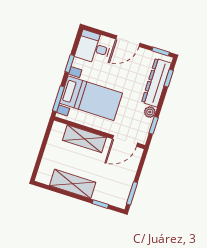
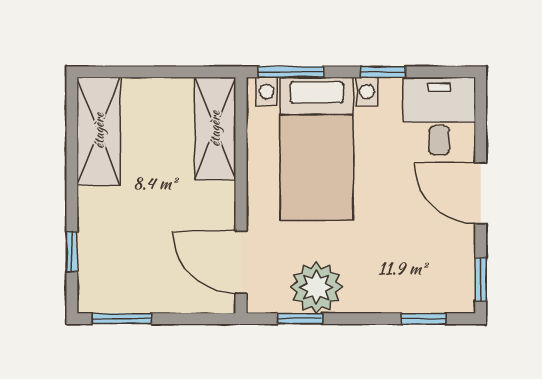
dresser: (156, 83) -> (403, 293), removed
plant: (150, 112) -> (316, 287), width x1.88, depth x1.88
shelving: (84, 139) -> (215, 129), moved
shelving: (73, 184) -> (99, 131), moved

